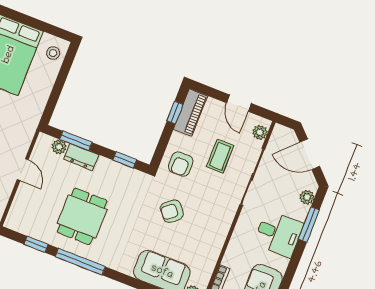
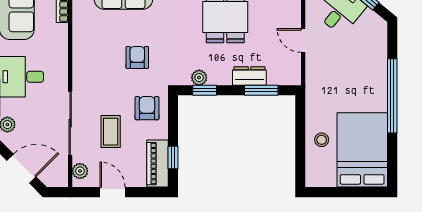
stool: (53, 53) -> (322, 140), moved
plant: (59, 147) -> (199, 78), moved
armchair: (172, 211) -> (137, 57), turned -51

